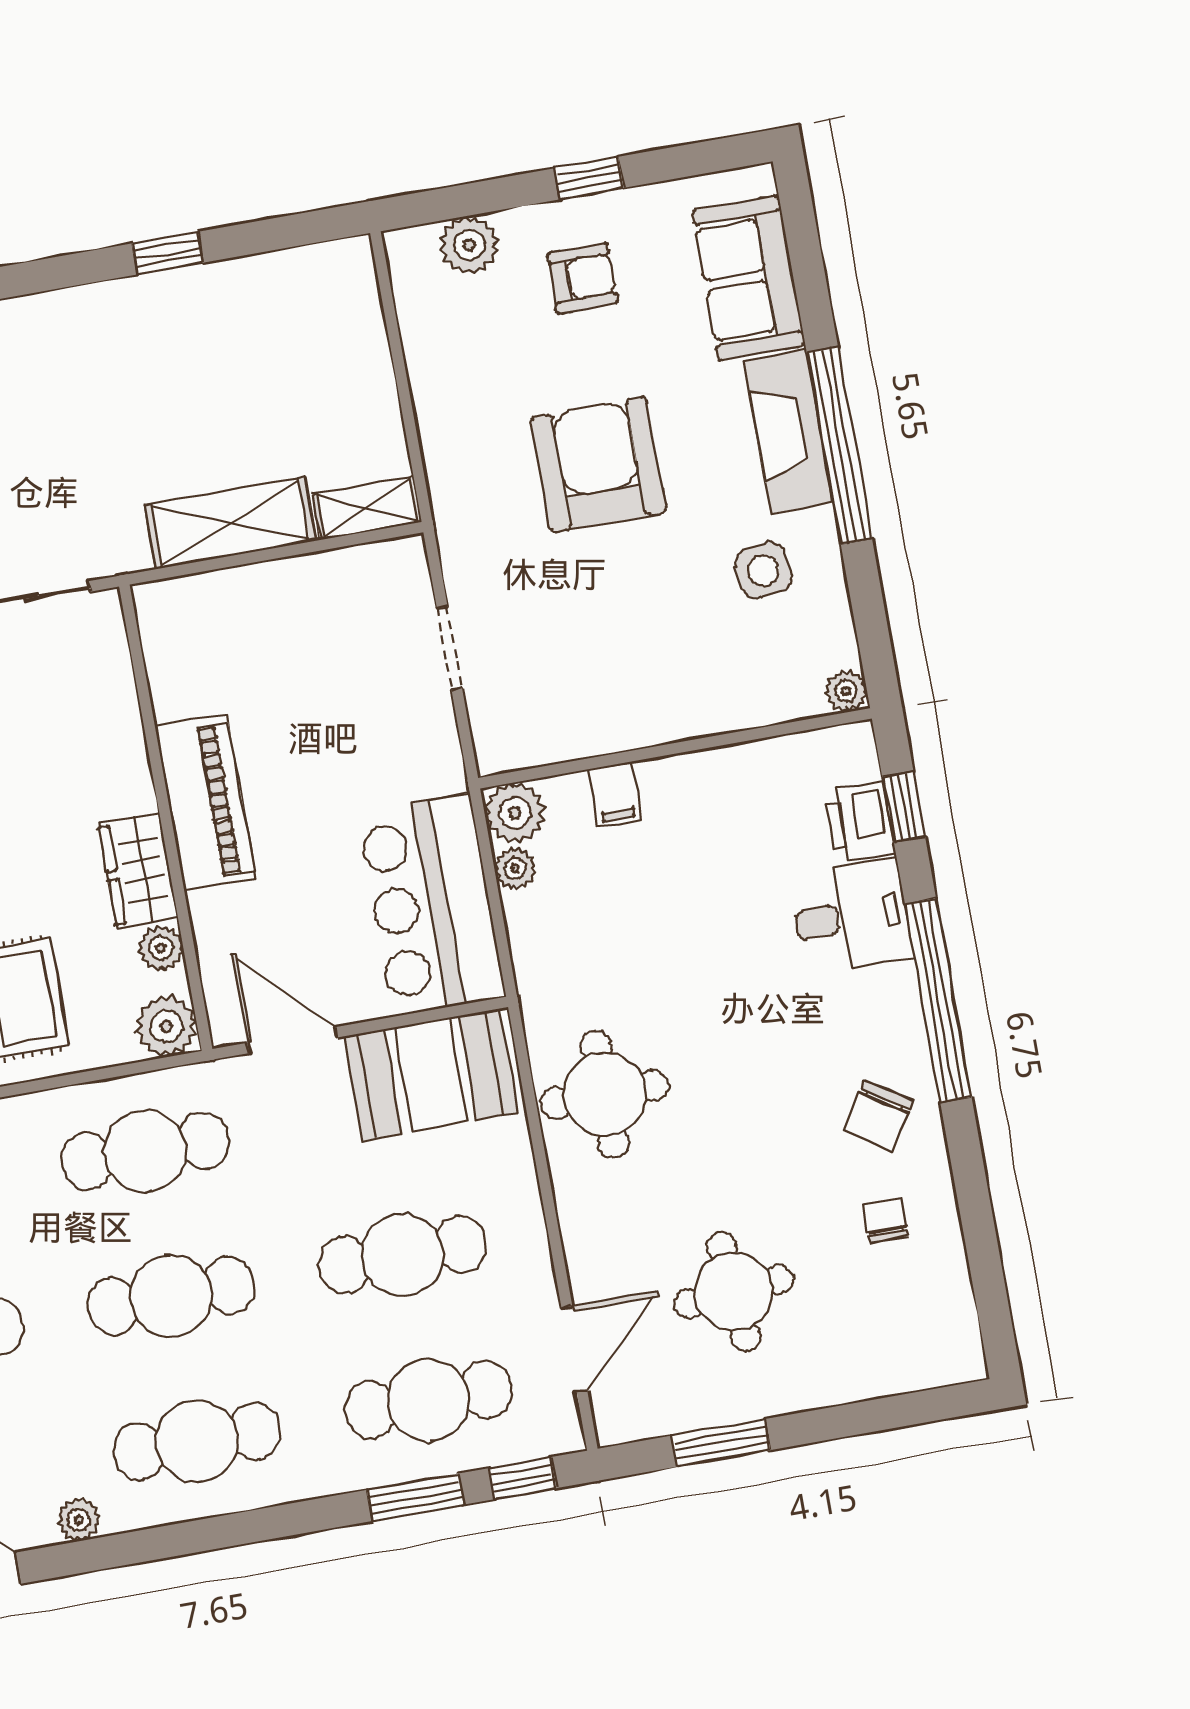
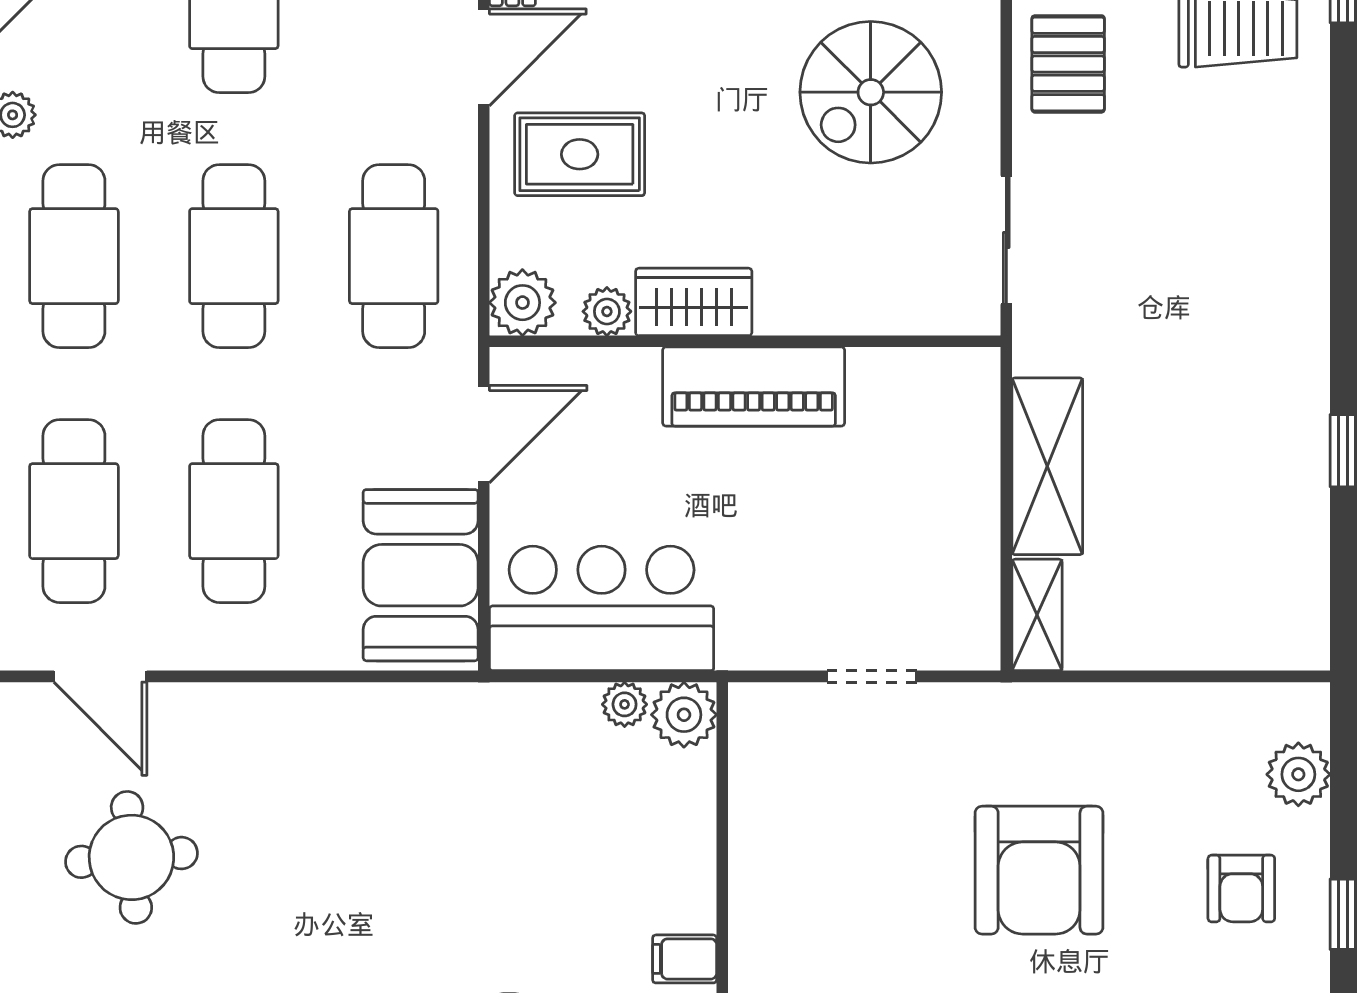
armchair: (598, 465) -> (1039, 870), turned 90
filing cabinet: (615, 794) -> (685, 959), moved
round table: (605, 1094) -> (367, 757), removed

